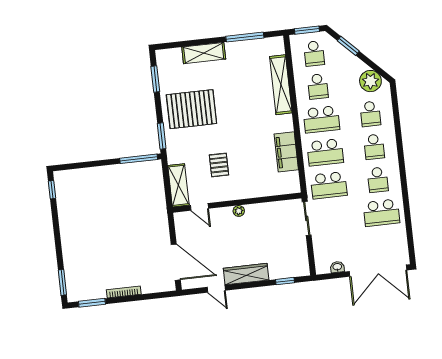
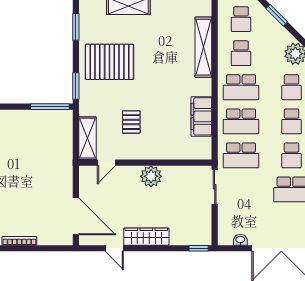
door: (199, 207) -> (106, 163), hinge flipped
plant: (239, 211) -> (151, 176), width x1.88, depth x1.88
window: (285, 281) -> (199, 248), moved

